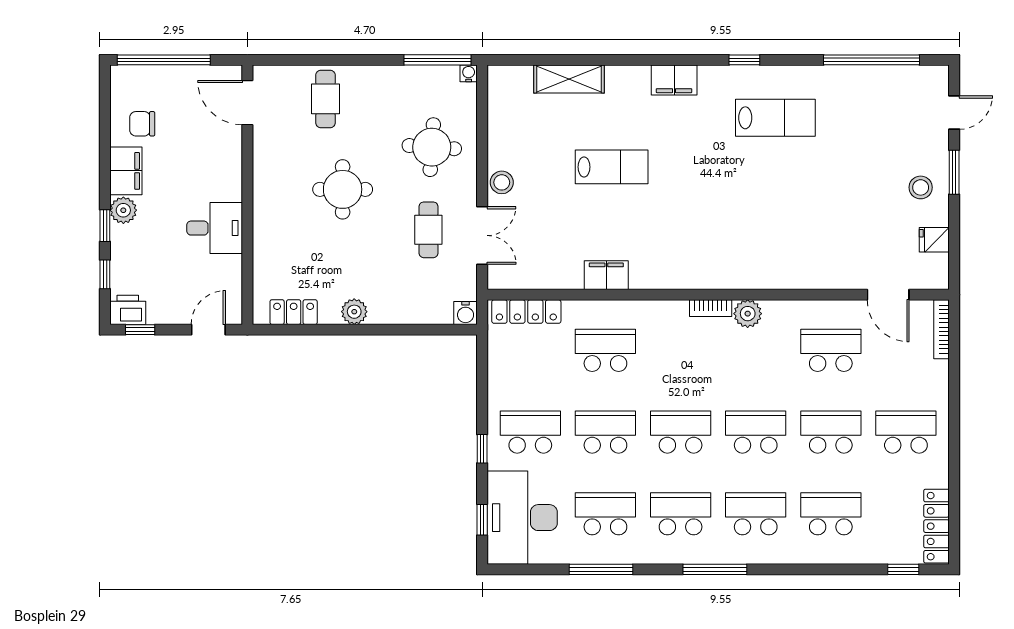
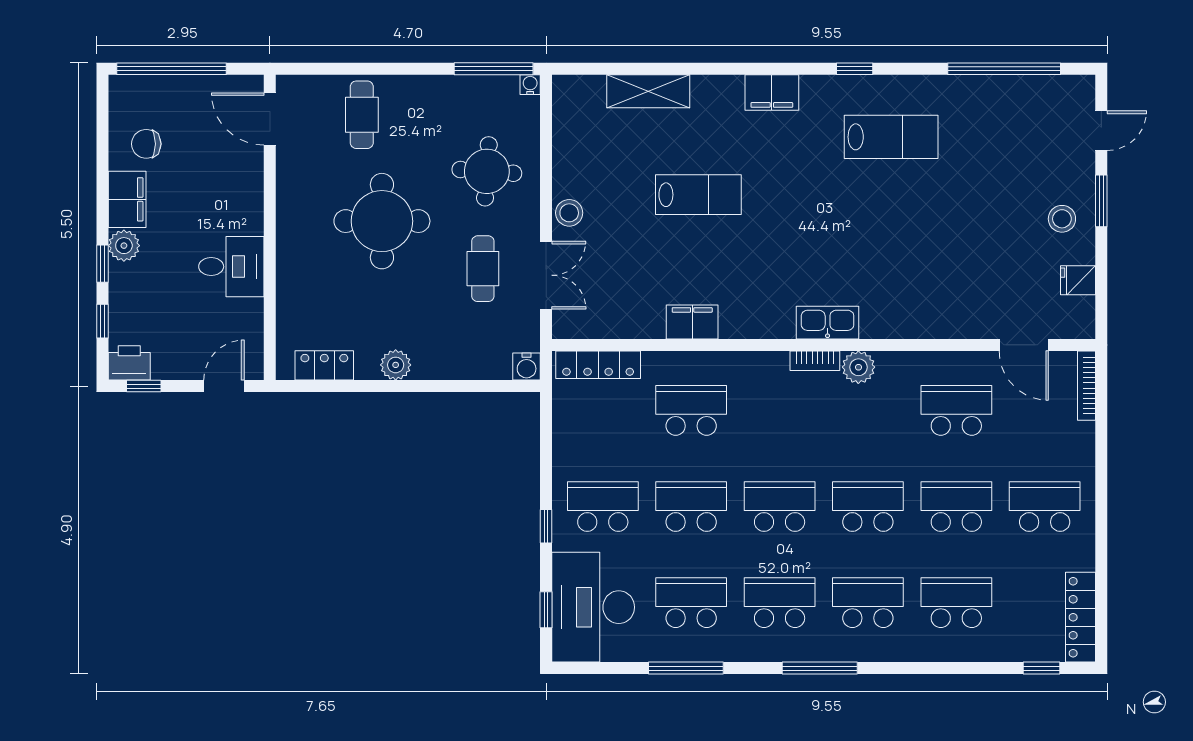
round table: (343, 189) -> (382, 221), width x1.36, depth x1.36
kitchen sink: (721, 276) -> (828, 323), added

